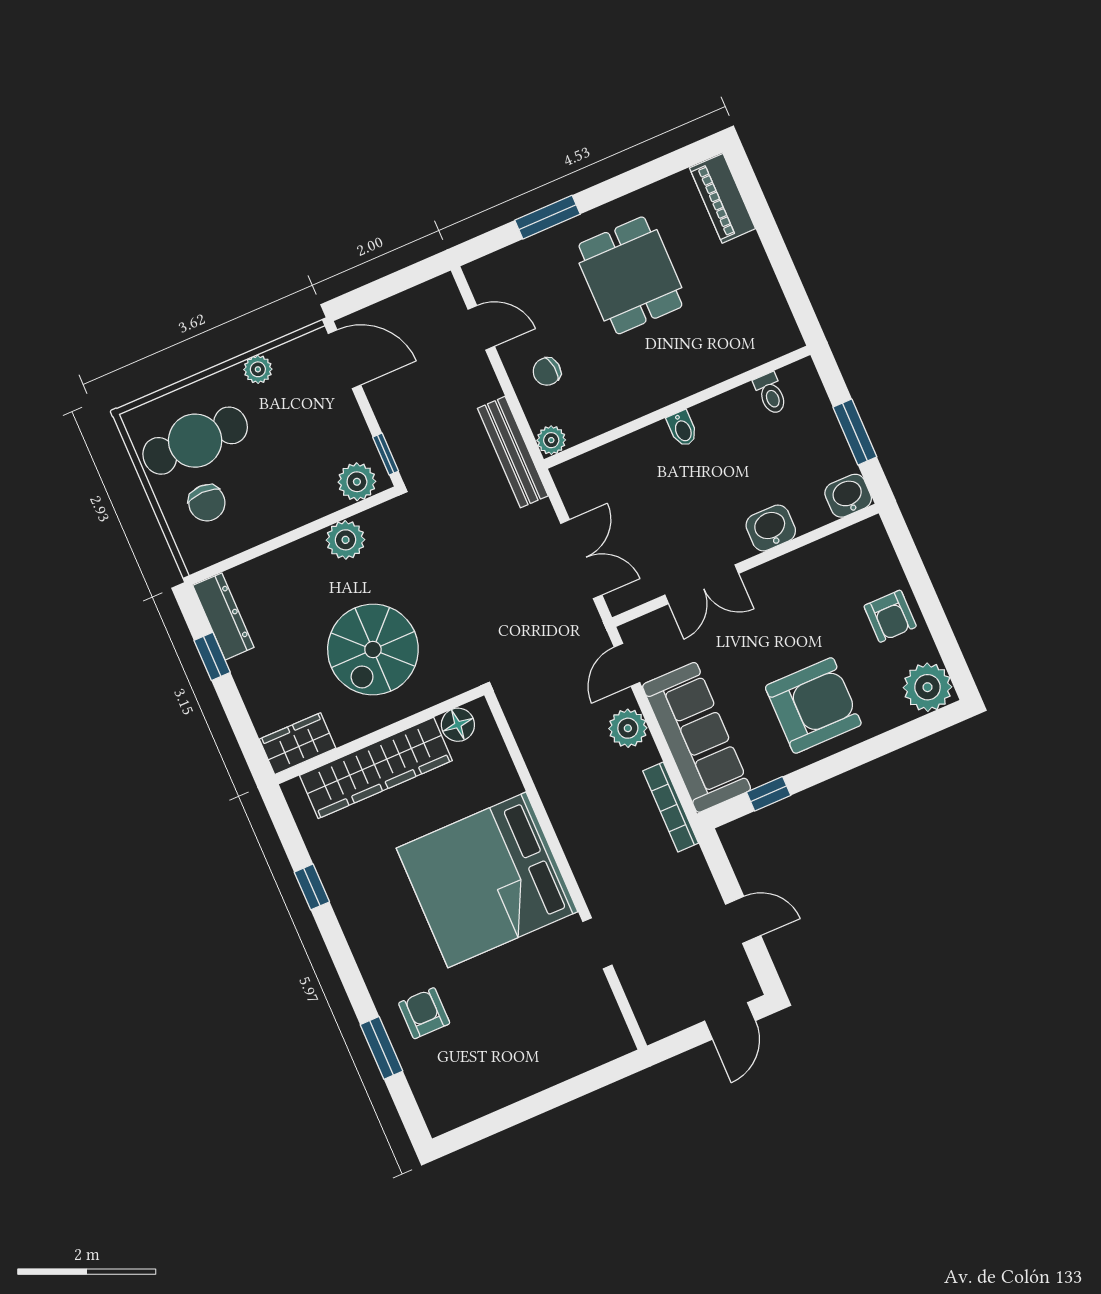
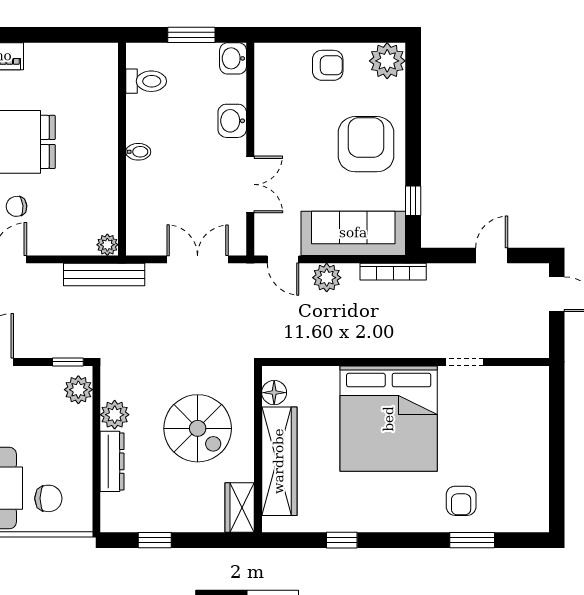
chair: (547, 372) -> (17, 206), moved, turned 92
toilet: (771, 394) -> (146, 81), width x1.37, depth x1.39
dresser: (223, 616) -> (112, 461), moved, turned 90
armchair: (424, 1013) -> (461, 501), turned -90

